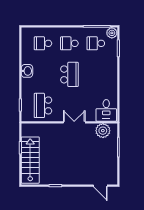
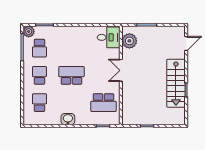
school desk: (43, 43) -> (39, 103), turned 180
school desk: (69, 43) -> (39, 75), turned 180
stairs: (30, 160) -> (176, 83), moved, turned -90

